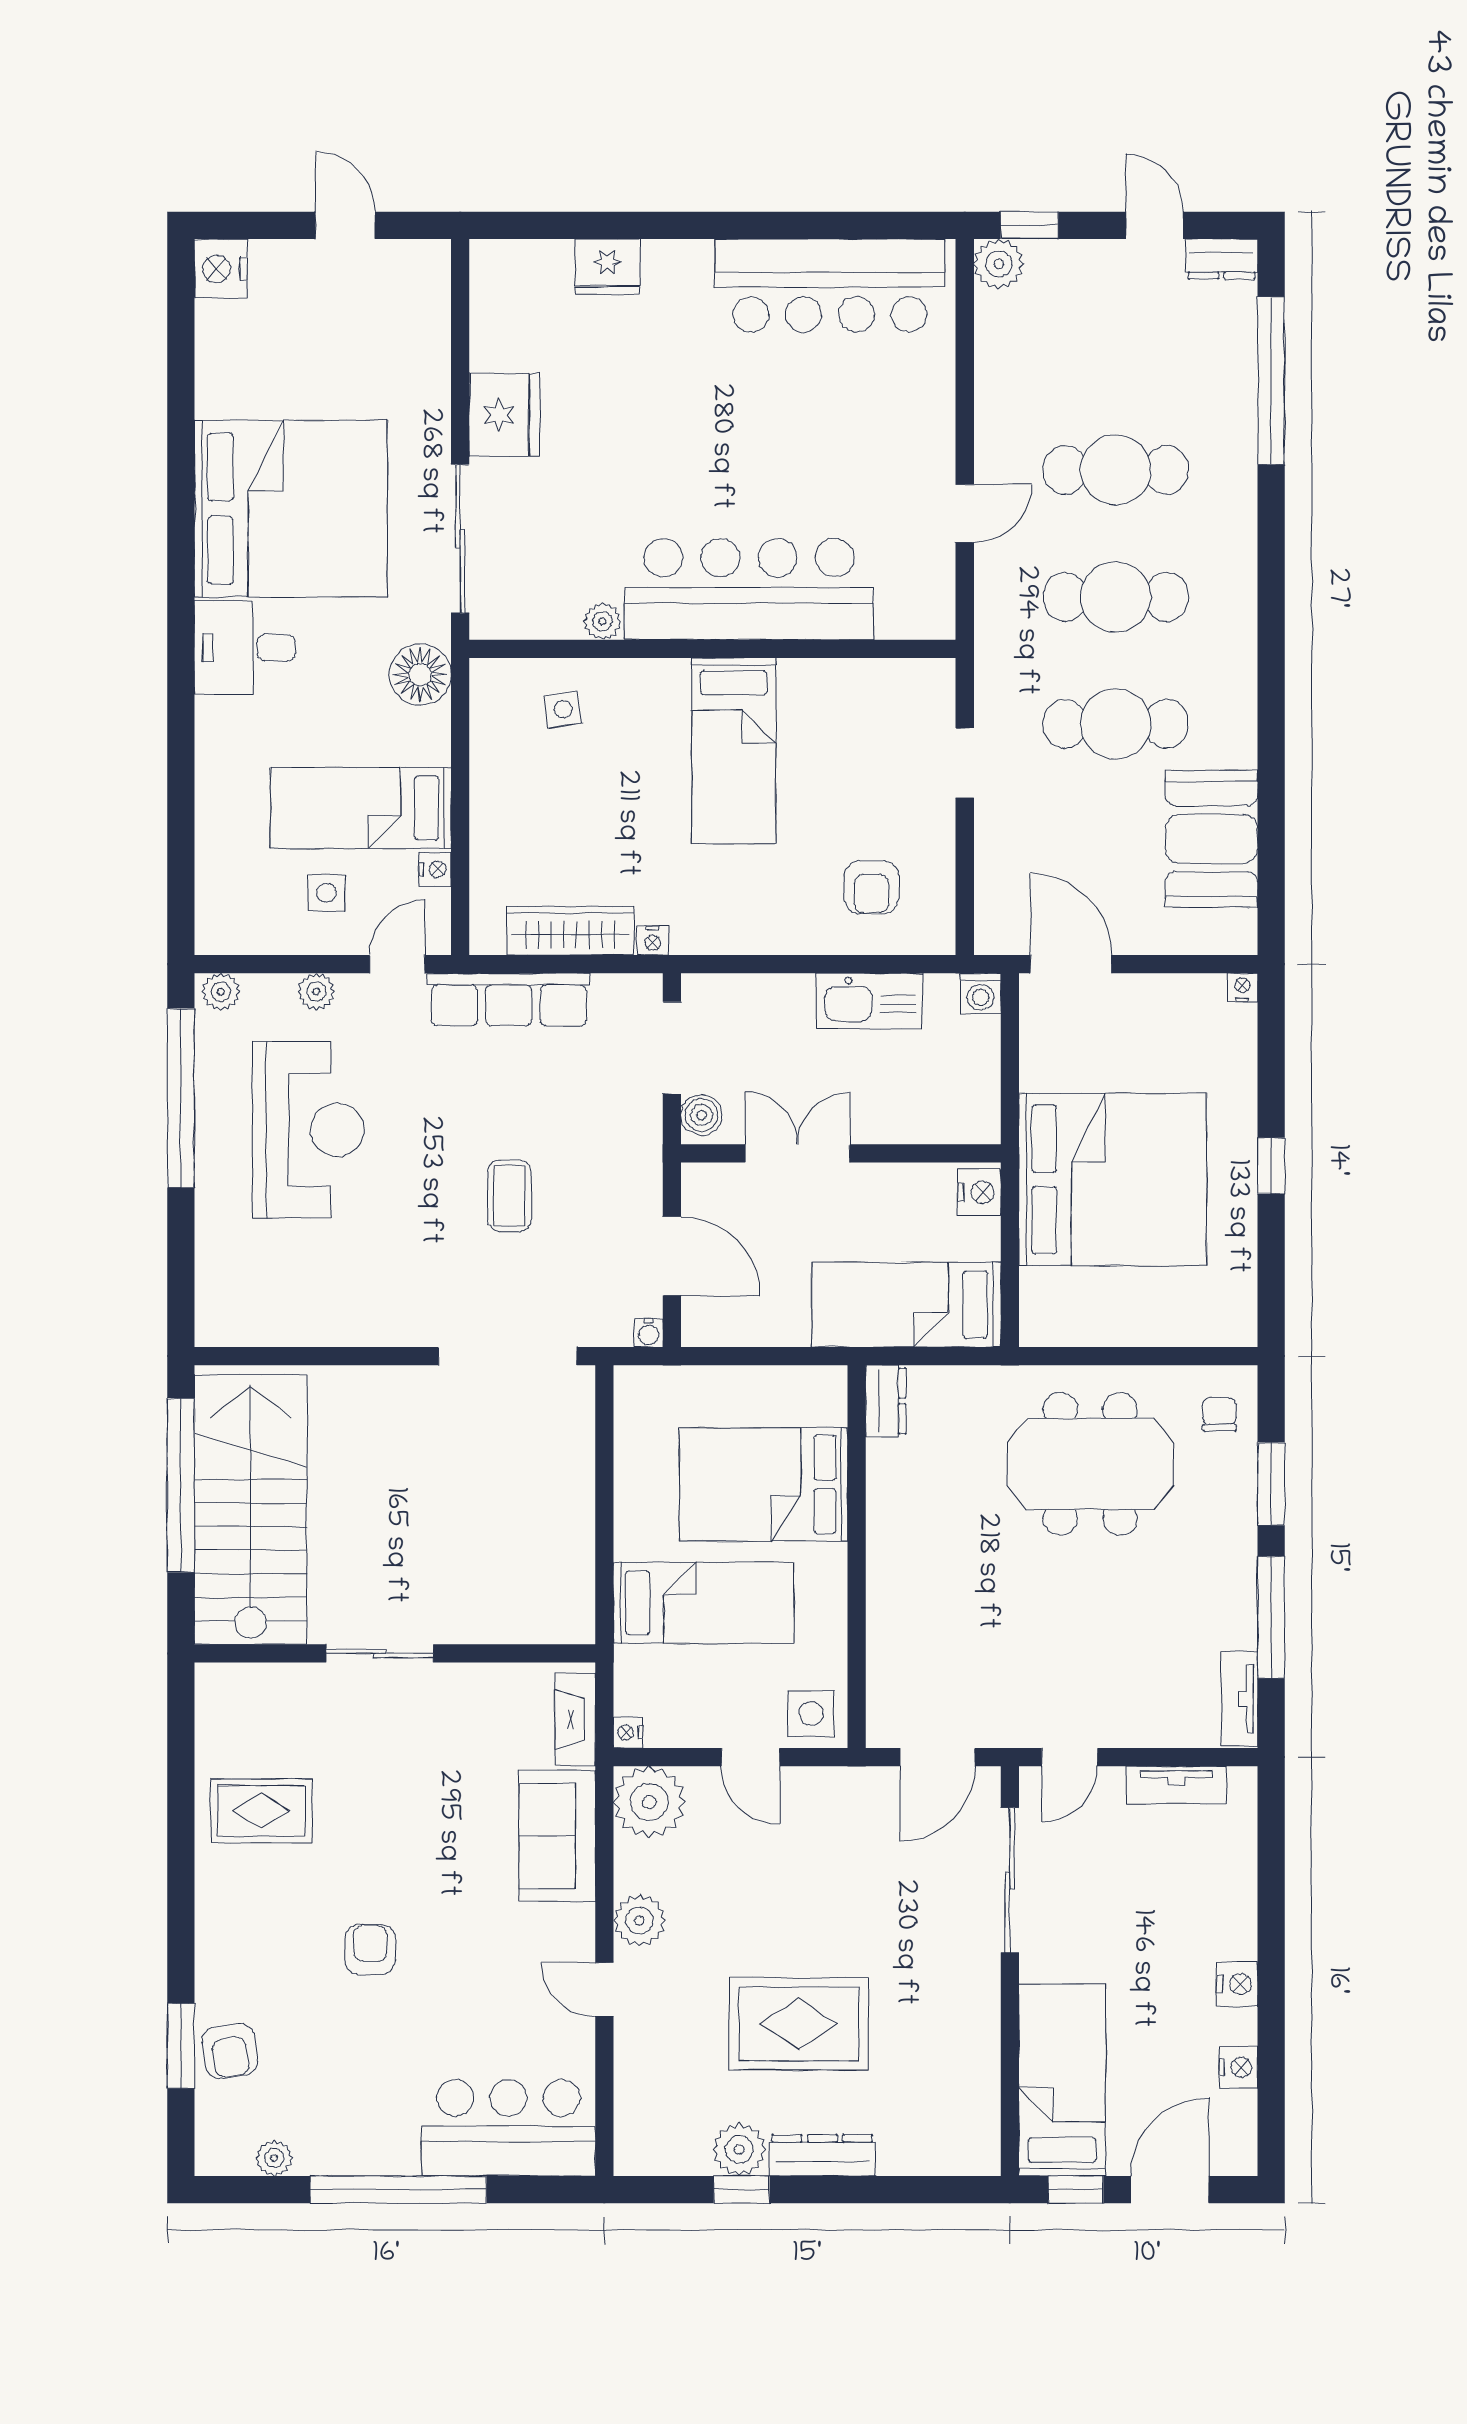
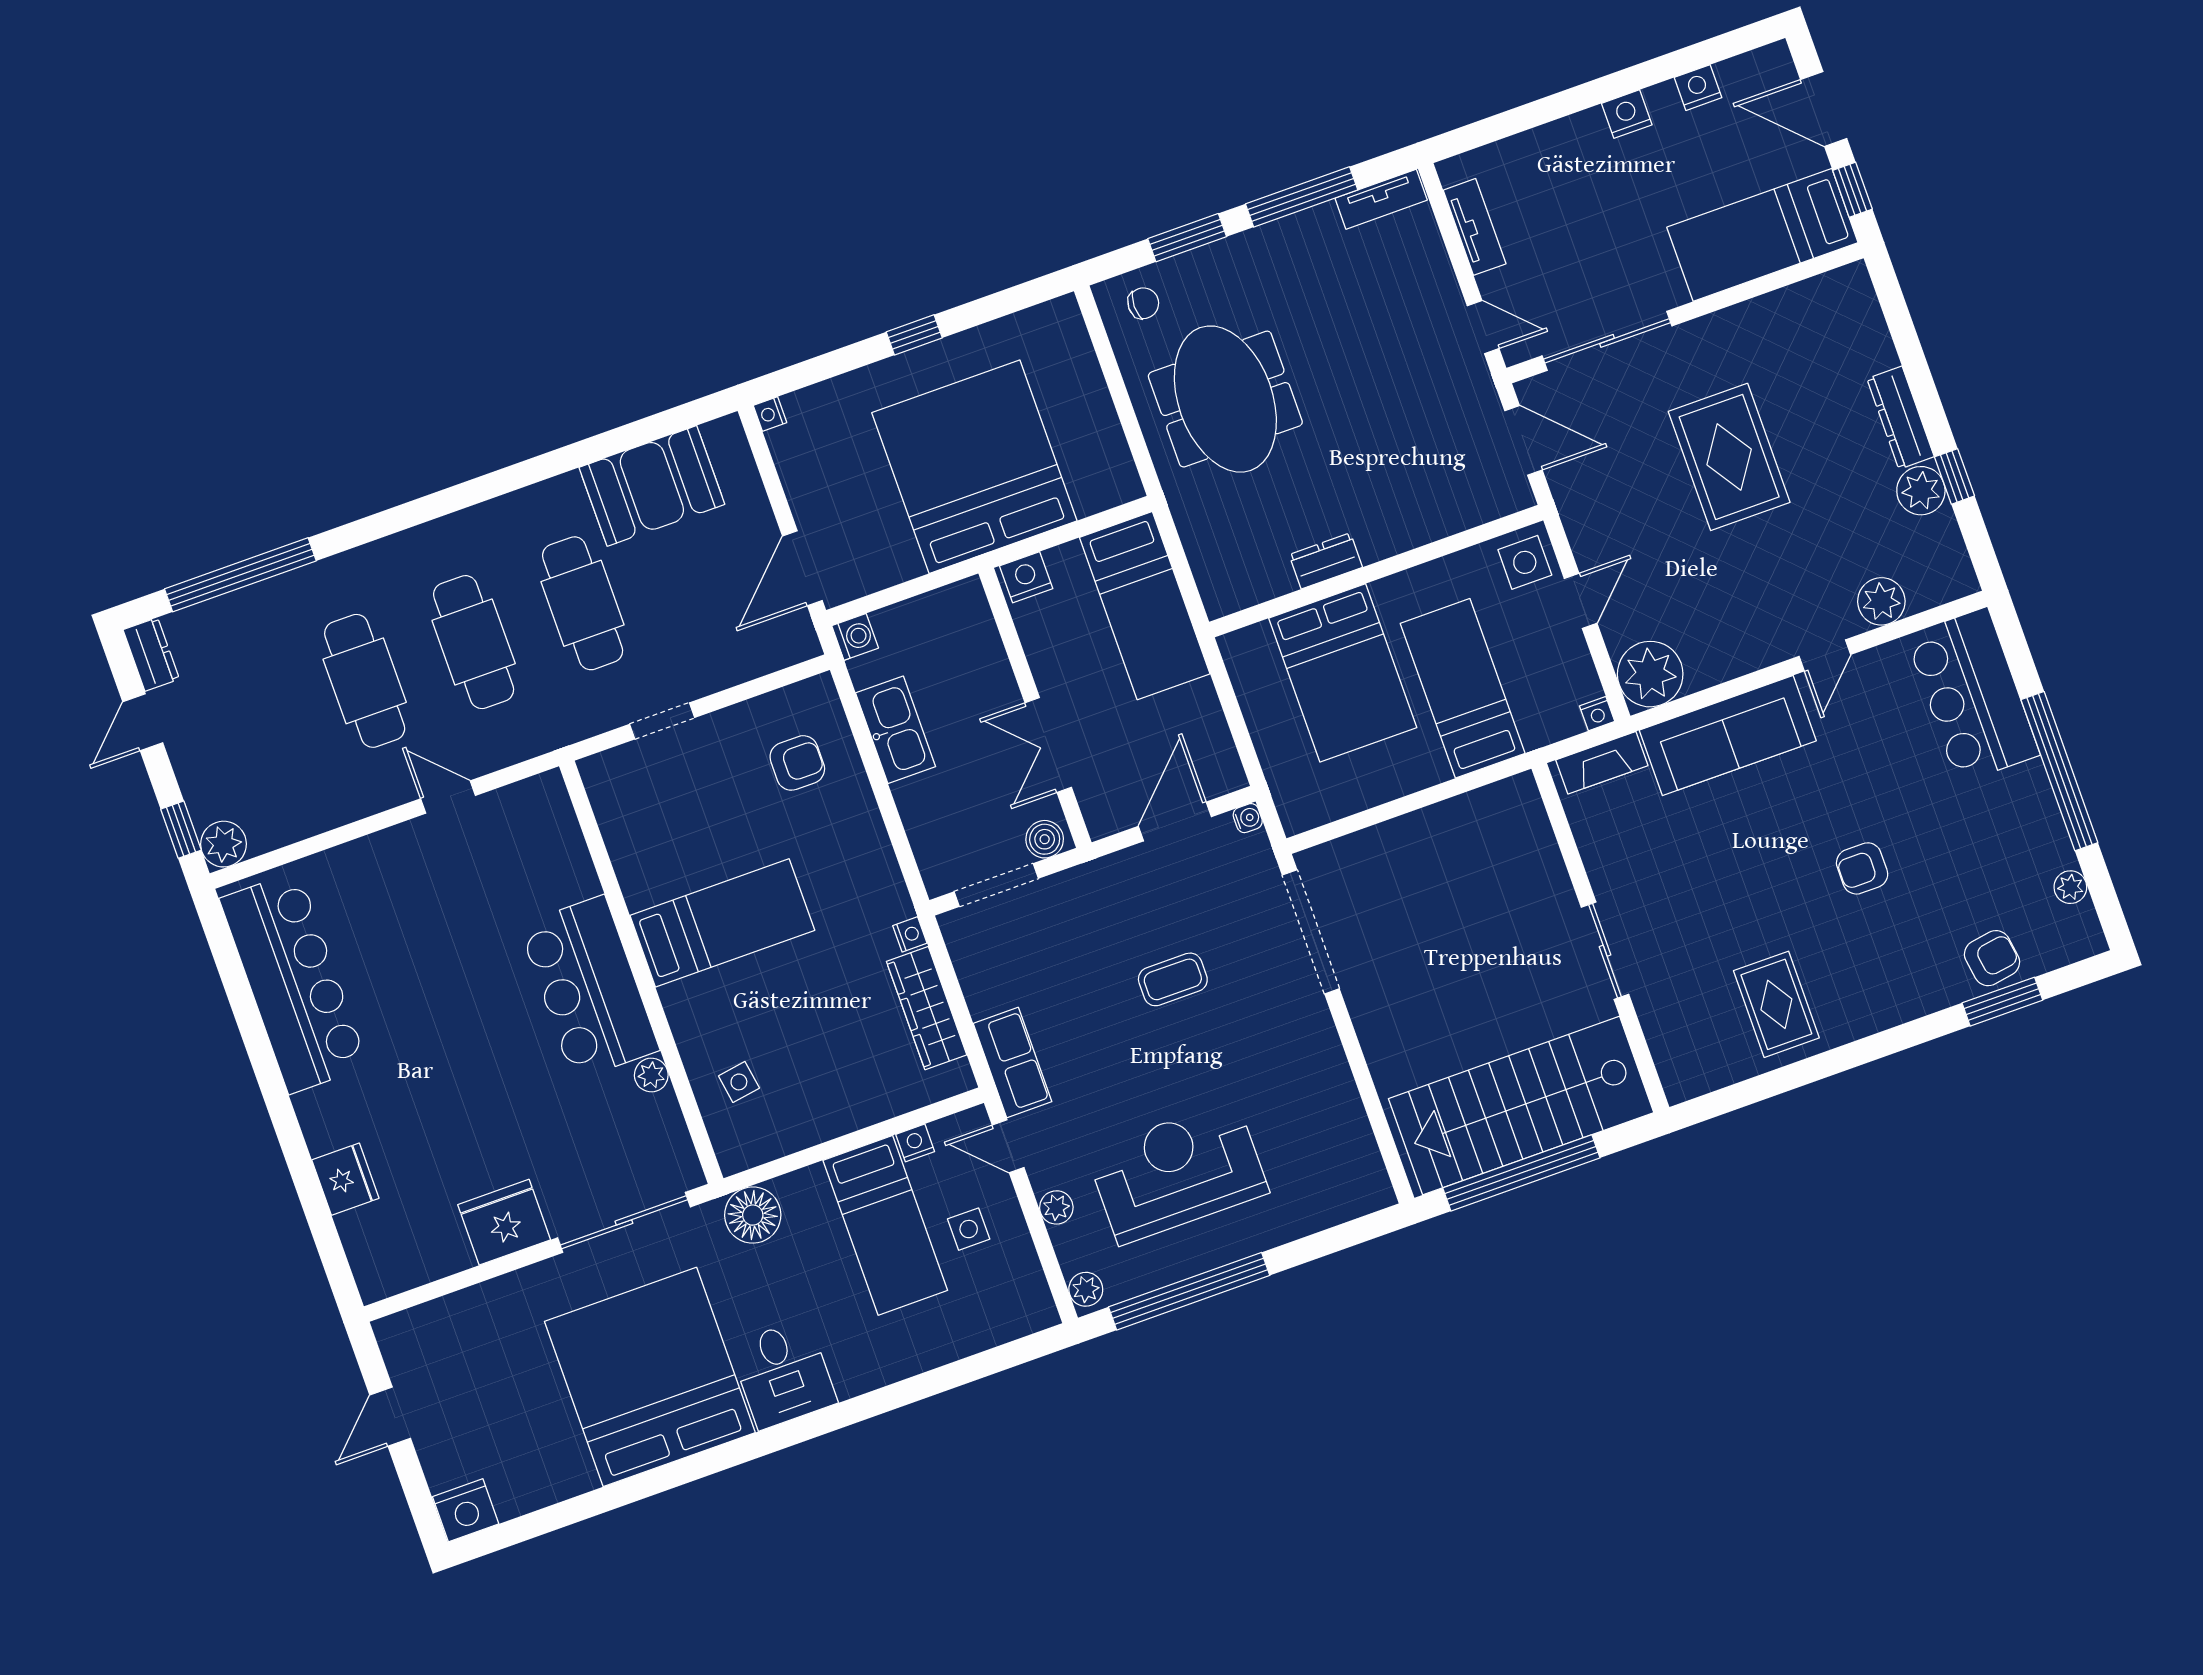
bar counter: (749, 589) -> (589, 988), width x0.73
row of seats: (509, 999) -> (1013, 1062), width x0.68
dresser: (886, 1401) -> (1326, 561), moved
chair: (1219, 1414) -> (1143, 303), turned 180
sofa: (557, 1836) -> (1728, 736), width x1.36
plant: (639, 1920) -> (1881, 601), moved
rug: (799, 2024) -> (1729, 457), moved

